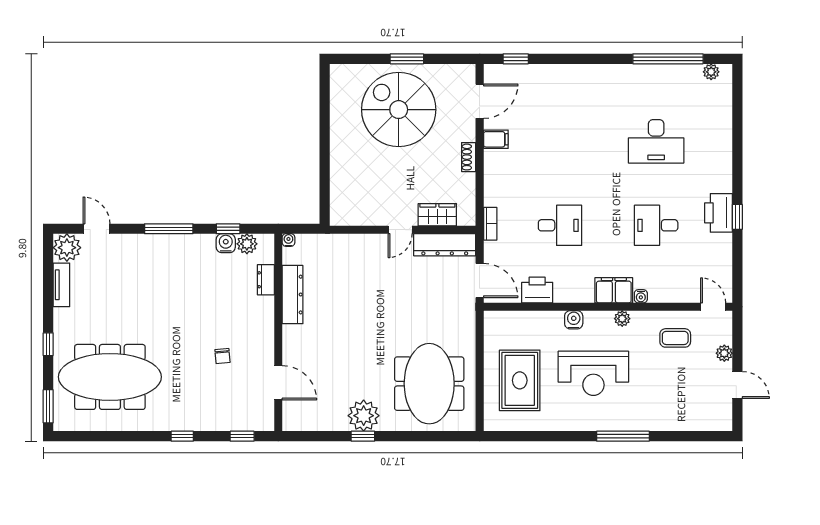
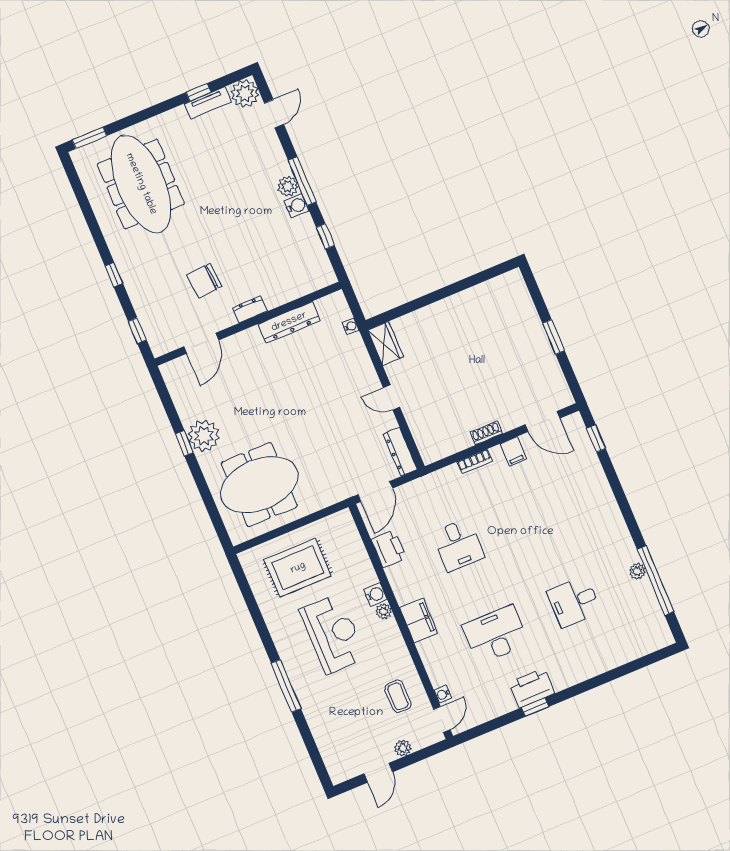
plant: (711, 72) -> (637, 571), moved
spiral stairs: (399, 110) -> (503, 349), removed
desk: (656, 141) -> (574, 602), width x0.73
wardrobe: (437, 215) -> (386, 343), moved
bookcase: (490, 224) -> (475, 461), moved
desk: (656, 225) -> (496, 635), width x1.37
water cooler: (288, 240) -> (351, 326), moved
water cooler: (226, 243) -> (297, 206), moved
plant: (247, 244) -> (288, 186), moved
dresser: (445, 245) -> (400, 452), width x0.73, depth x0.80
dresser: (266, 280) -> (250, 309), moved
water cooler: (641, 296) -> (443, 694), moved
plant: (622, 319) -> (384, 611), moved
window: (48, 344) -> (198, 92), moved
chair: (222, 356) -> (204, 281), width x1.87, depth x1.87
reception desk: (593, 373) -> (333, 634), turned 180

